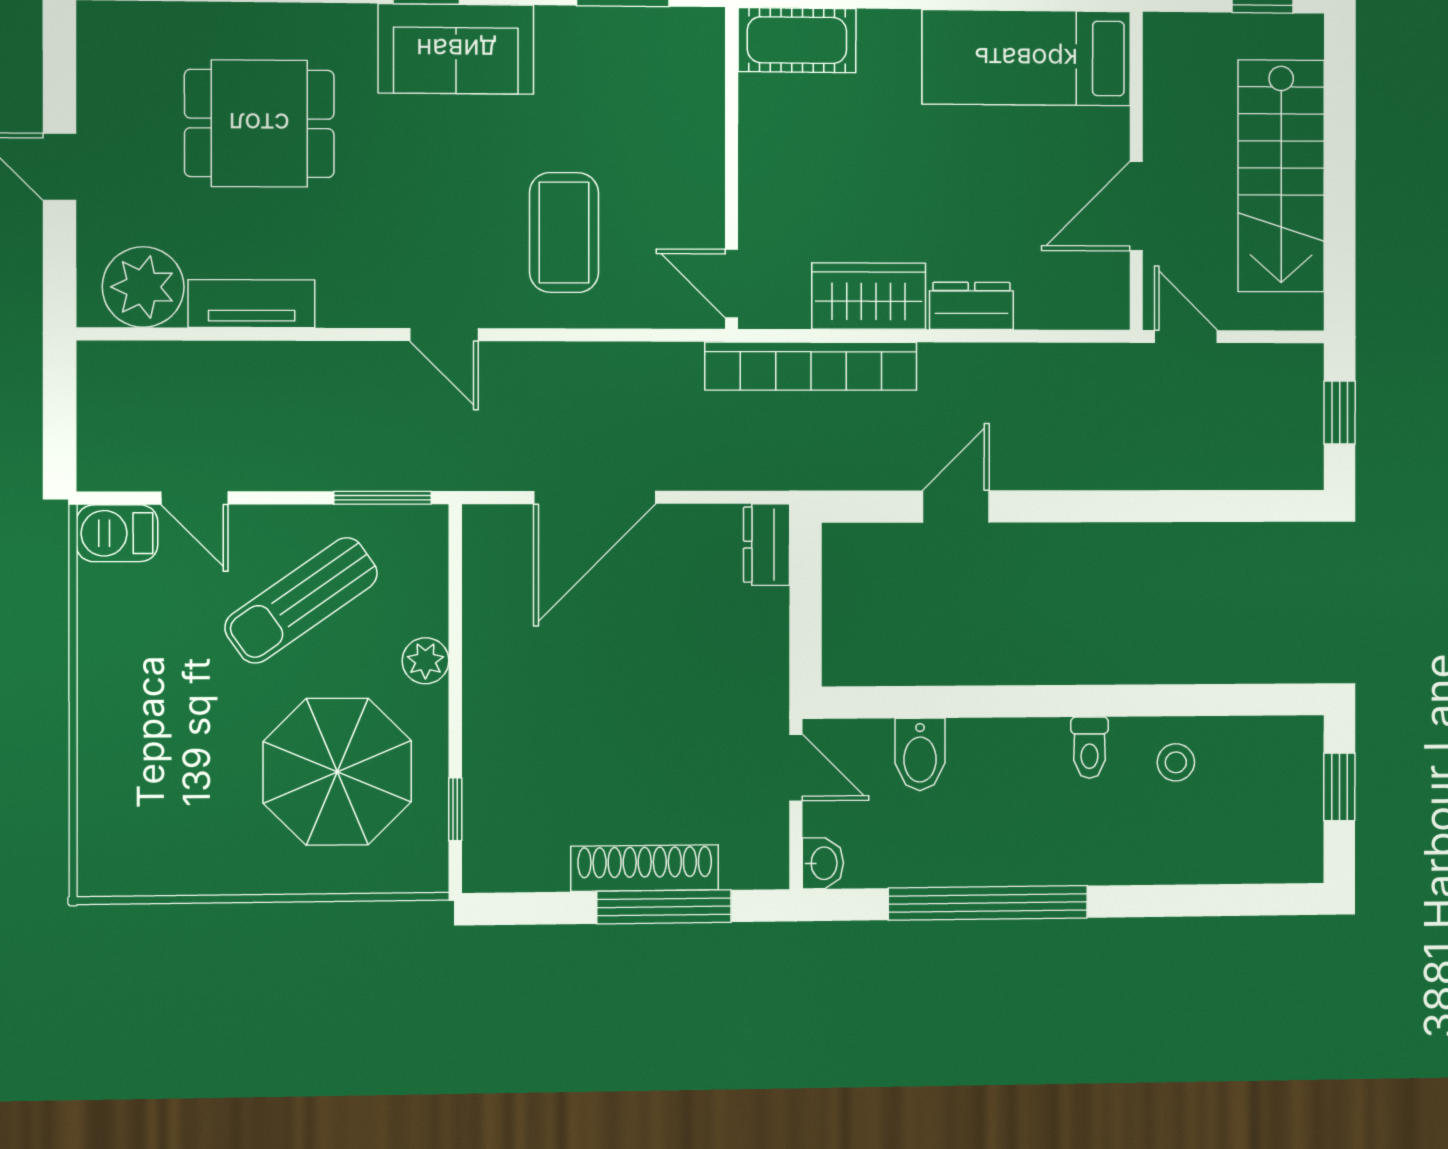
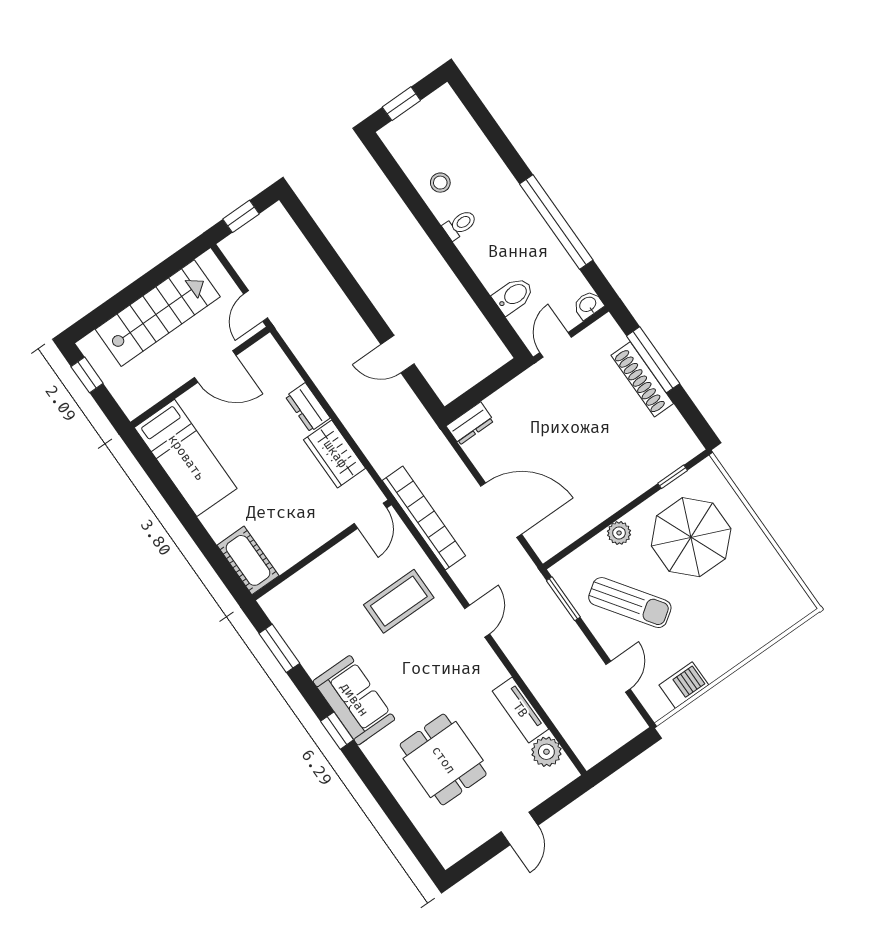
plant: (143, 287) -> (546, 752), width x0.73, depth x0.73
bookcase: (811, 366) -> (424, 518), moved
barbecue: (117, 533) -> (684, 685), moved, turned -90

